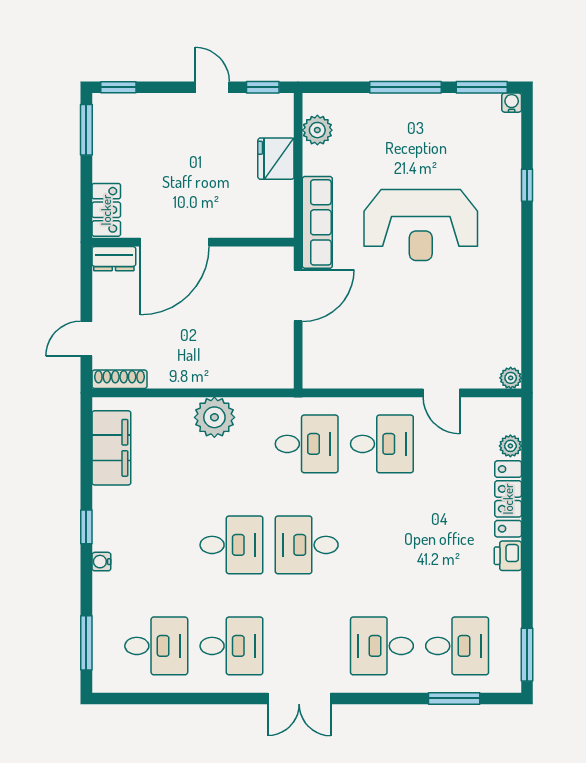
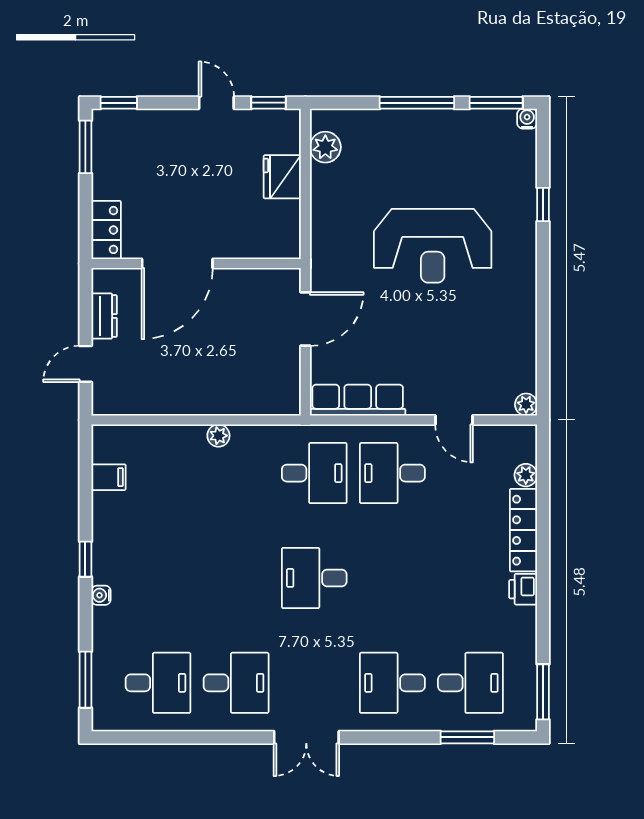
row of seats: (317, 222) -> (358, 400), moved, turned -90
dresser: (114, 259) -> (104, 316), moved, turned -90
shoe rack: (119, 379) -> (120, 406), removed
plant: (214, 417) -> (218, 436), width x0.53, depth x0.53
desk: (382, 444) -> (392, 473), turned 180
filing cabinet: (111, 448) -> (109, 477), width x0.33, depth x0.86
desk: (231, 545) -> (236, 578), removed

